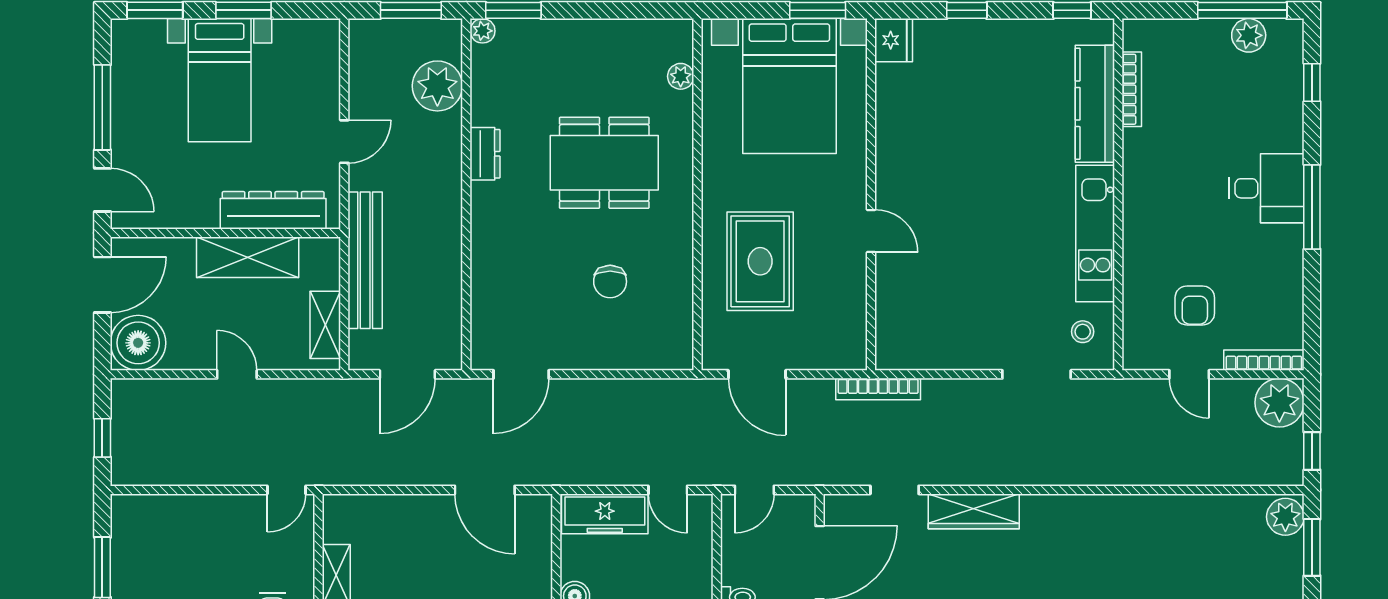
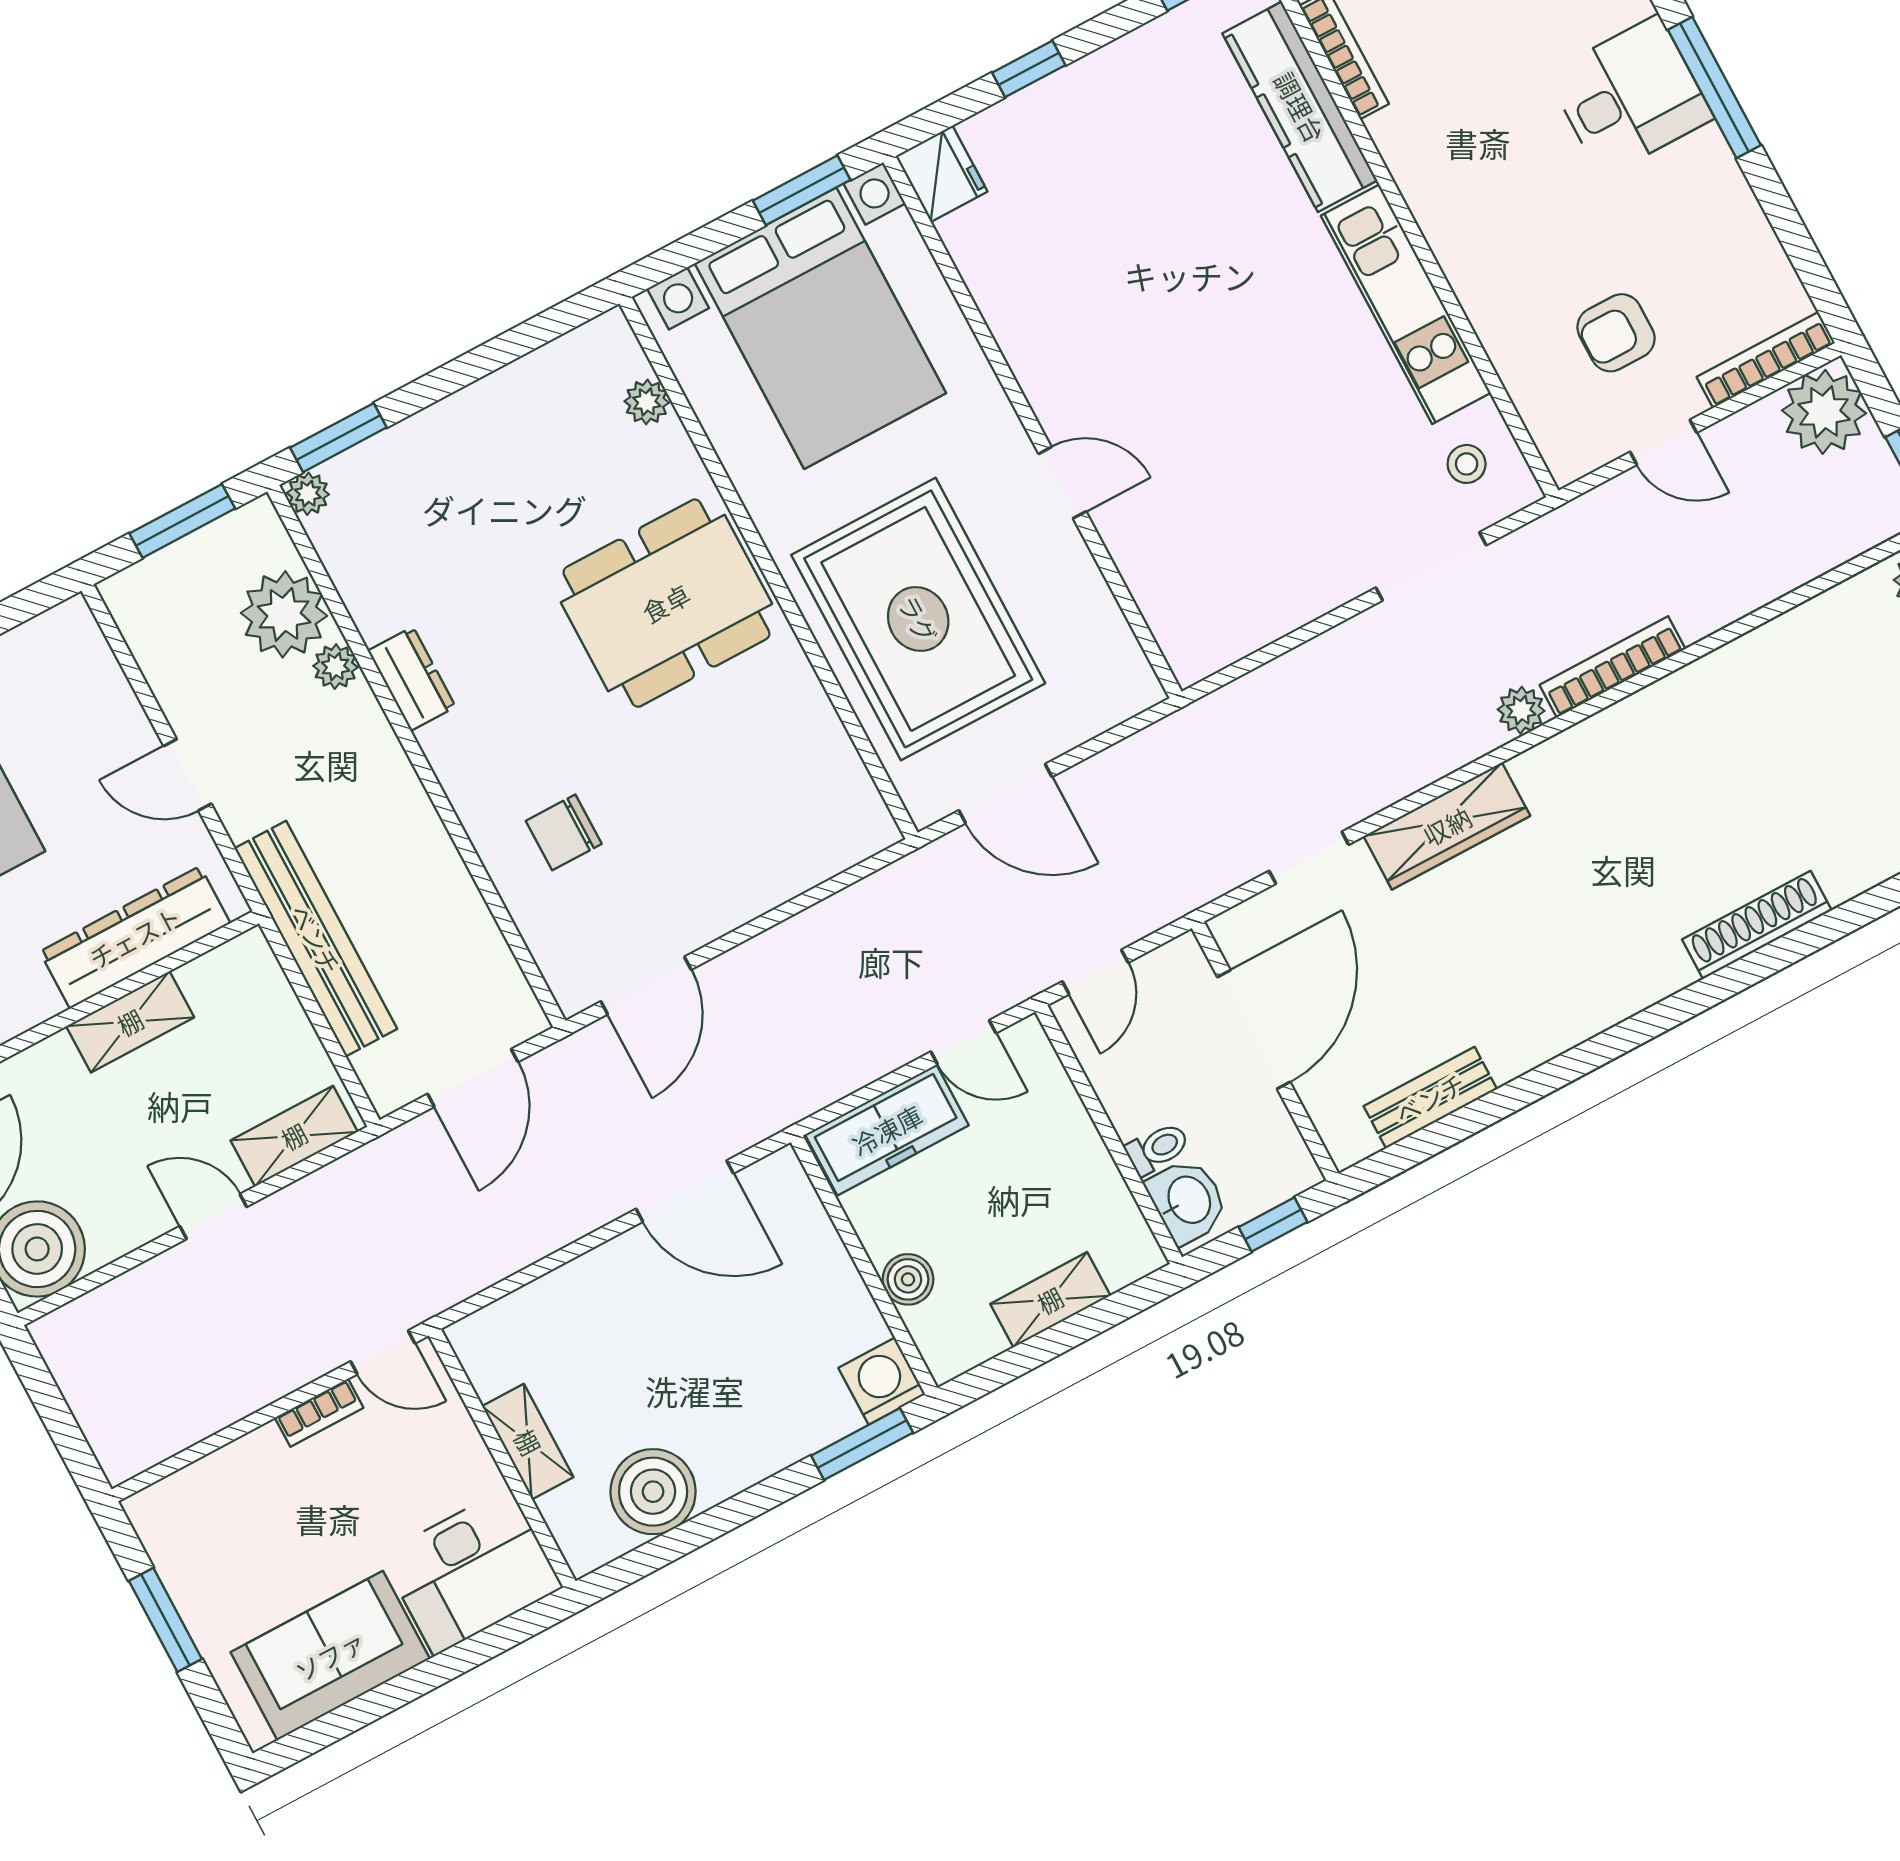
plant: (449, 127) -> (335, 667), added
door: (344, 142) -> (187, 775), swing flipped
dining table: (604, 163) -> (666, 603), moved
shelving: (248, 257) -> (130, 1022), width x0.67, depth x0.75
rug: (760, 261) -> (918, 619), width x1.37, depth x1.44
chair: (610, 282) -> (564, 832), moved, turned 90
armchair: (1195, 305) -> (1616, 333), turned 90
shelving: (325, 325) -> (294, 1136), moved, turned 90
bookcase: (878, 389) -> (1613, 667), moved, turned 180
window: (102, 438) -> (60, 1423), removed
plant: (1043, 472) -> (1521, 710), added
door: (286, 490) -> (383, 1352), hinge flipped
bookcase: (238, 503) -> (319, 1413), added

